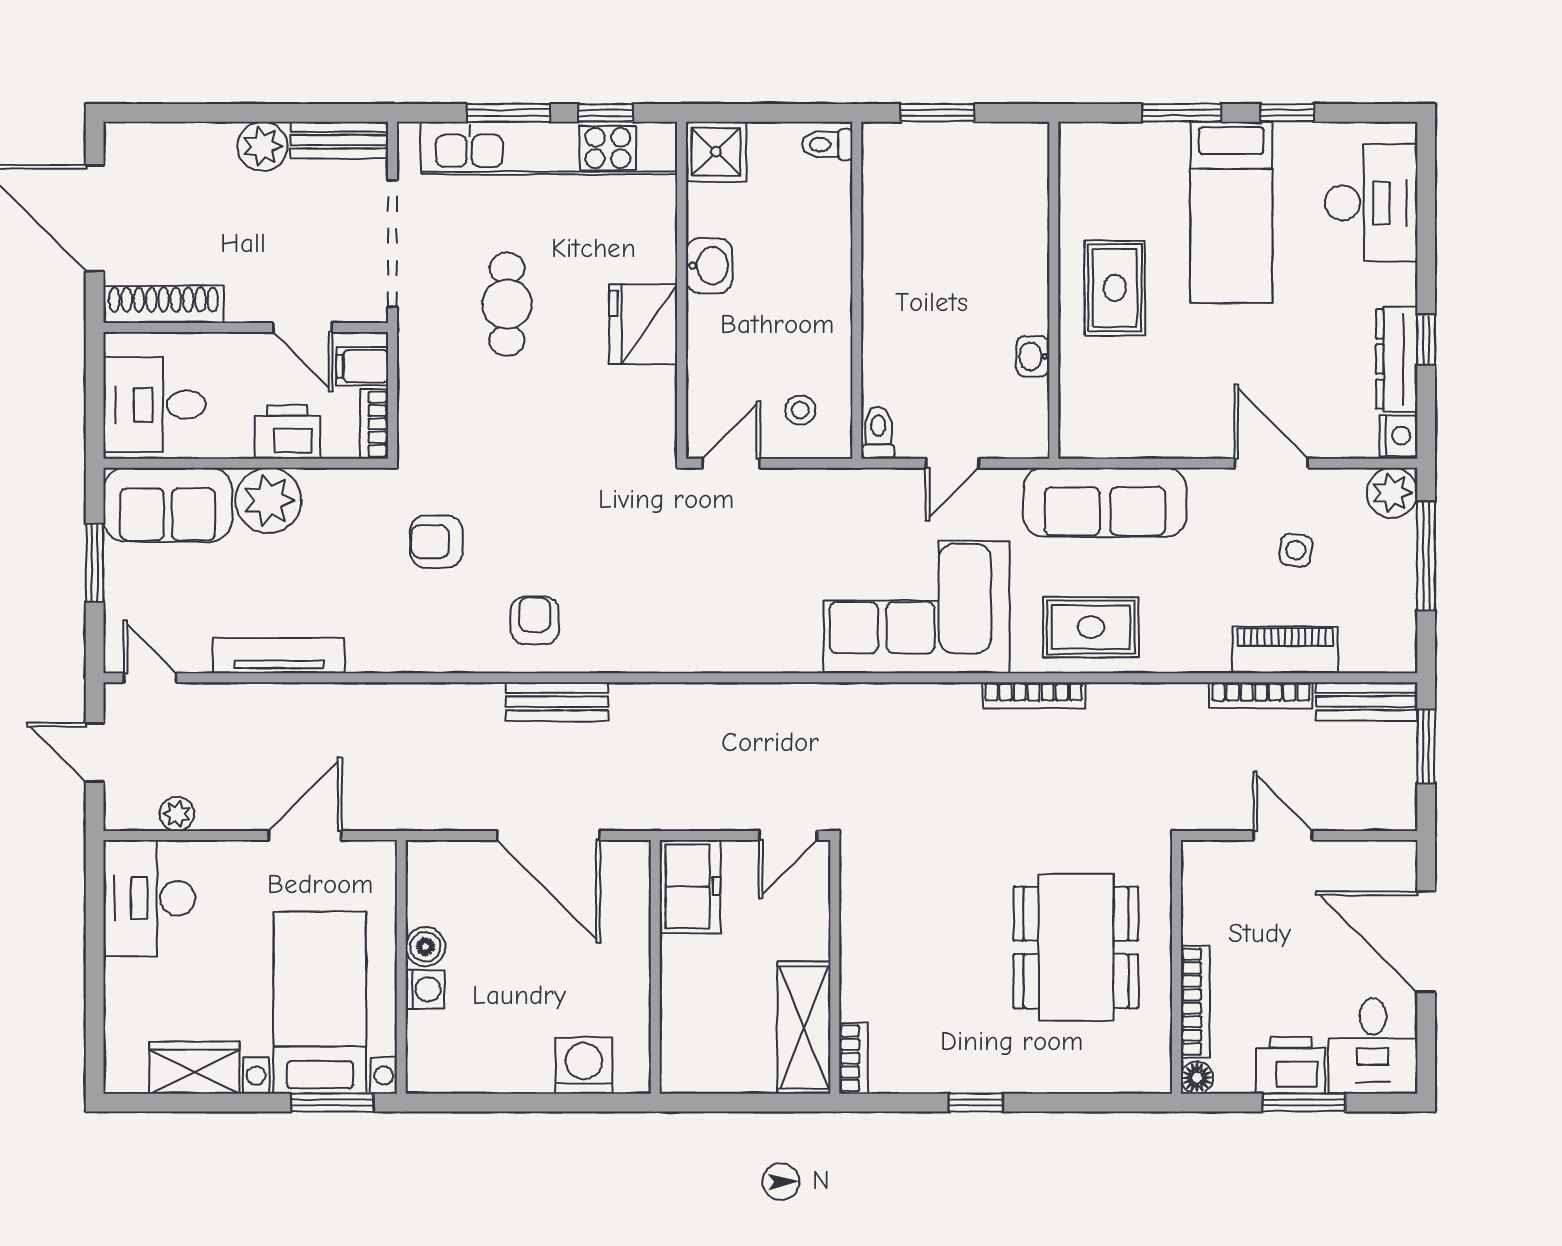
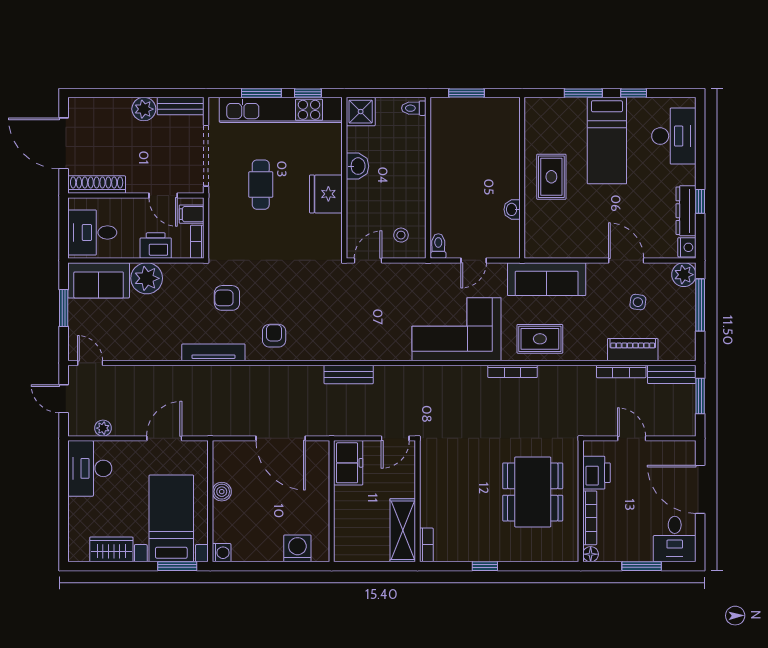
tv unit: (279, 656) -> (213, 352), moved
bench: (557, 702) -> (349, 374), moved
washing machine: (425, 989) -> (222, 553), moved
printer: (1290, 1065) -> (596, 473), moved, turned 90

